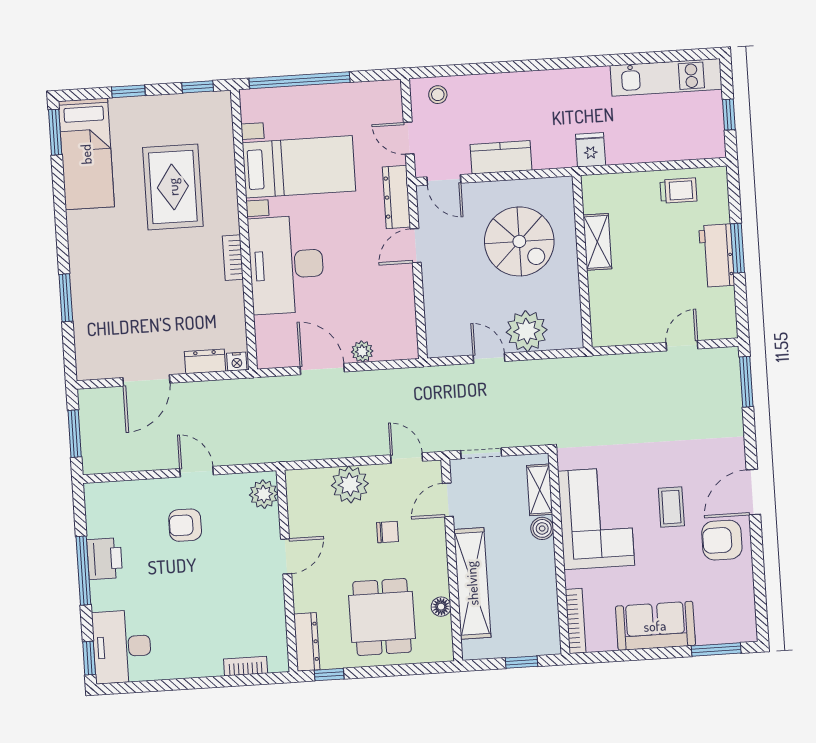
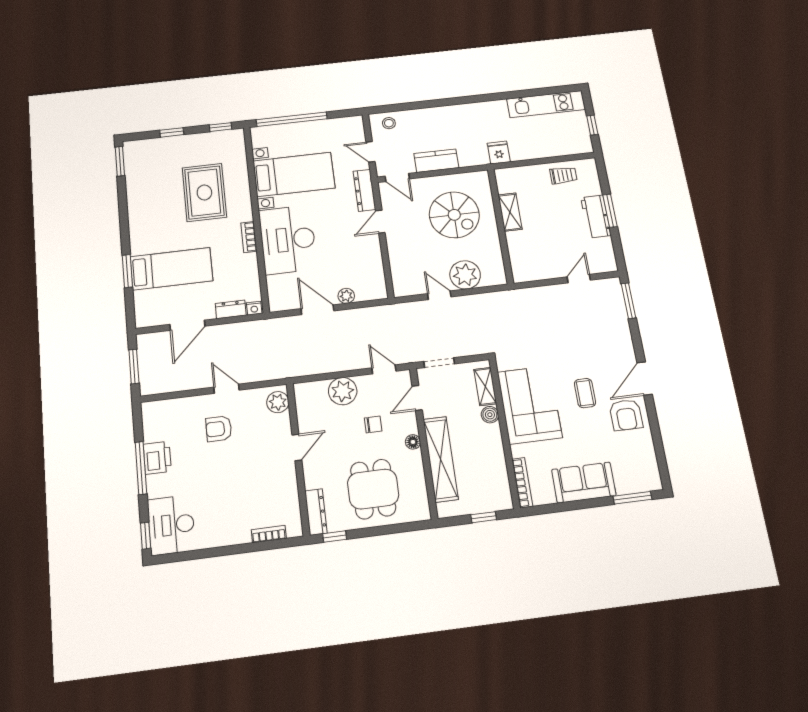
bed: (86, 154) -> (171, 269), moved, turned -90
armchair: (722, 540) -> (626, 415), turned -90
floor lamp: (441, 607) -> (413, 442), moved

